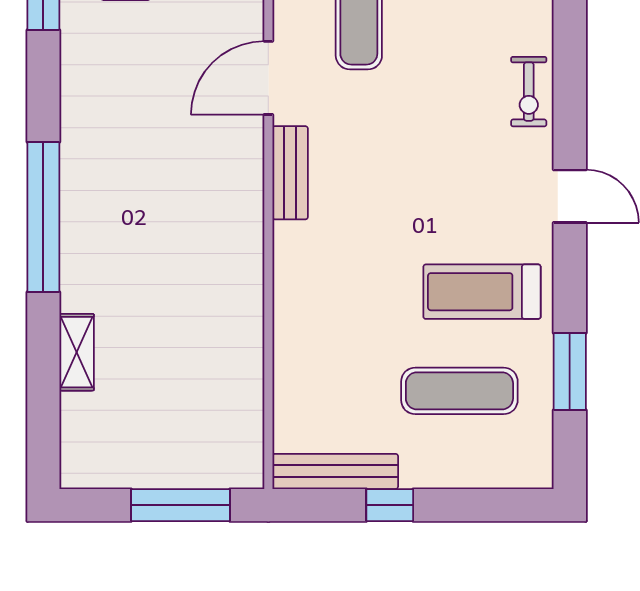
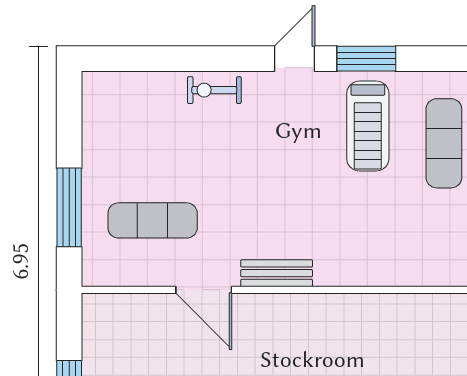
exercise bike: (529, 92) -> (214, 90), turned 180
window: (570, 371) -> (366, 59), moved

